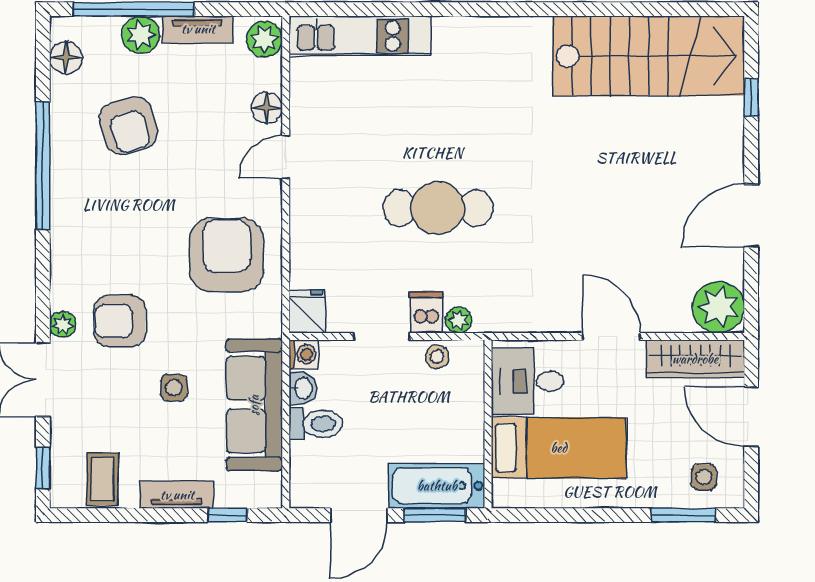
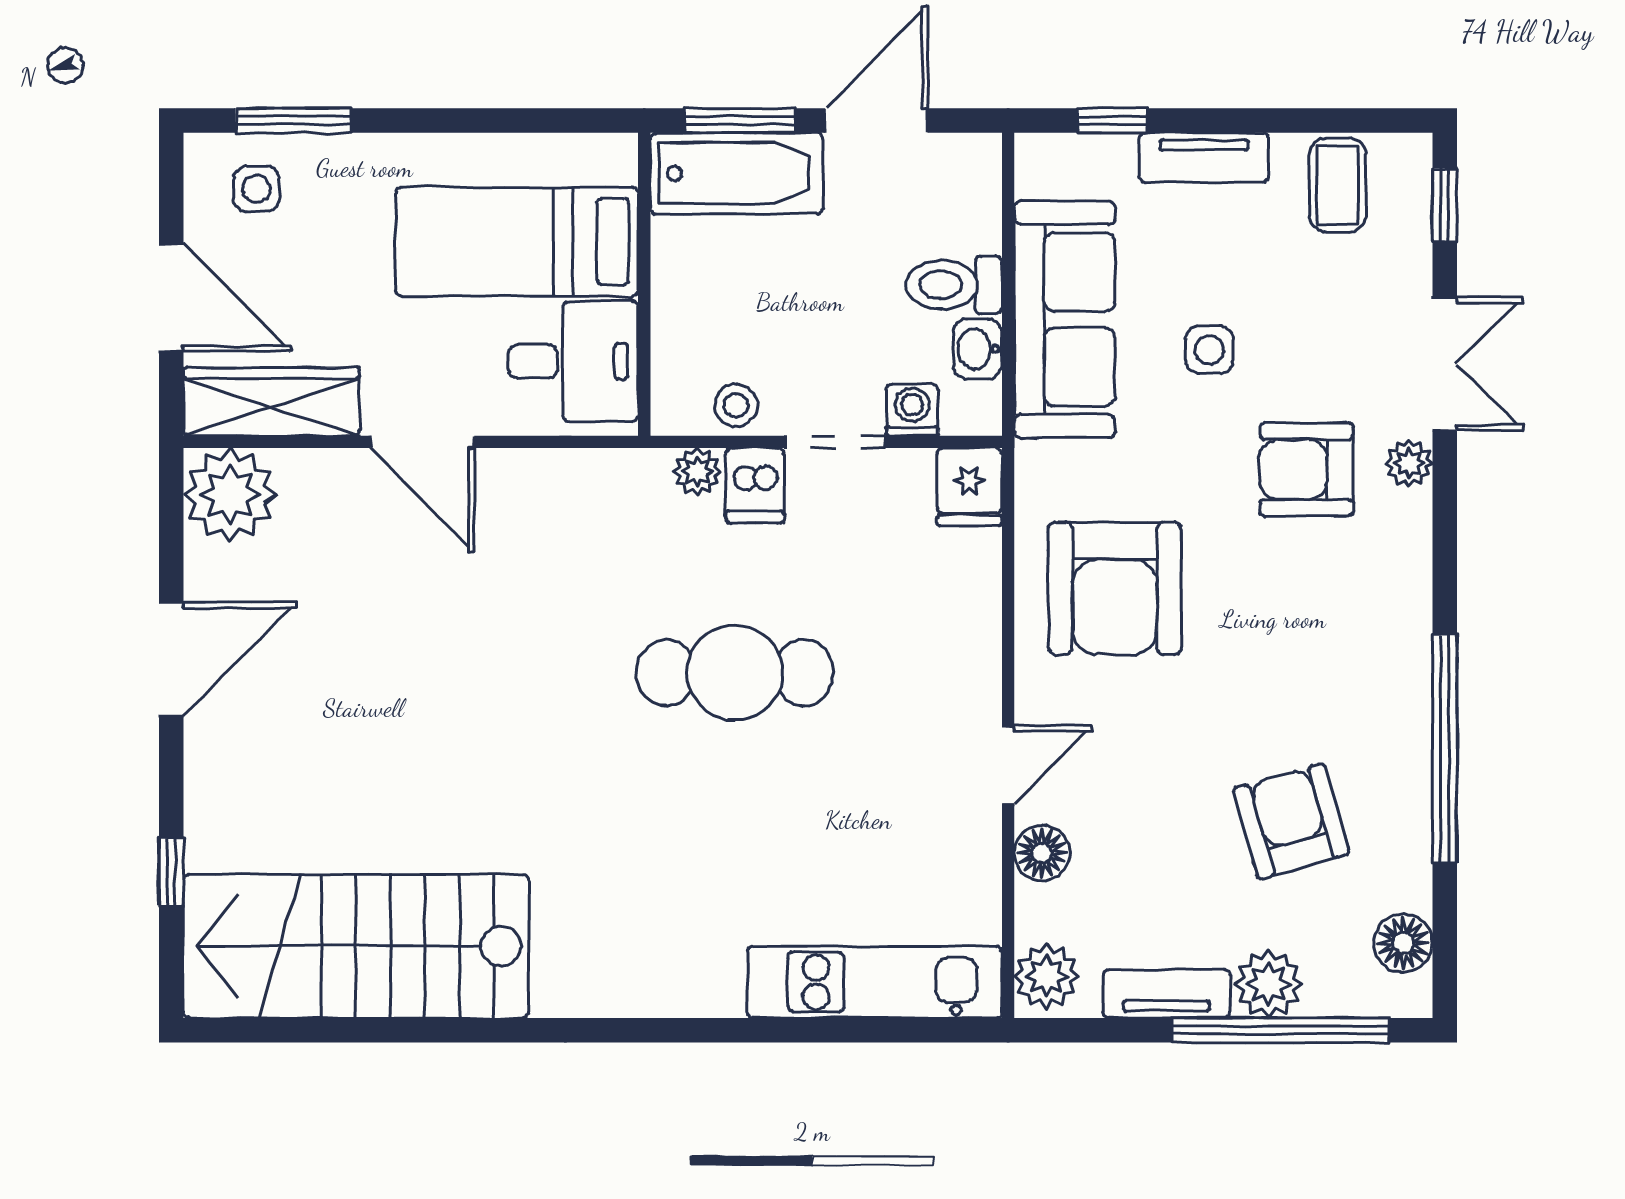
armchair: (120, 321) -> (1307, 469), turned 180
washing machine: (304, 354) -> (912, 410), moved, turned 90

